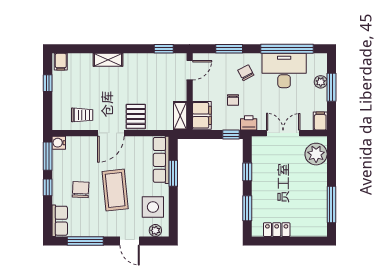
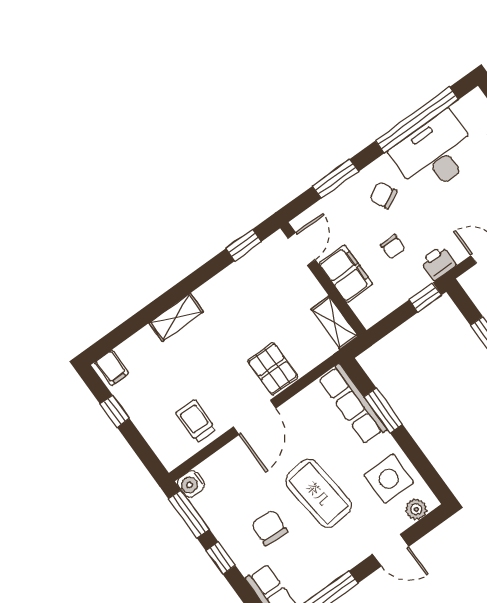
trolley: (82, 115) -> (196, 421), turned -90
filing cabinet: (202, 115) -> (346, 274), moved

